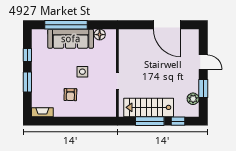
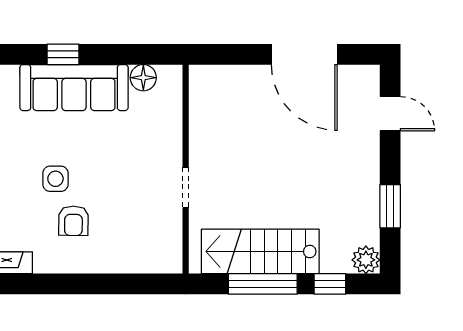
window: (66, 25) -> (63, 54), width x0.32
door: (203, 62) -> (390, 114), moved
side table: (82, 72) -> (55, 179), moved
plant: (193, 99) -> (366, 260), moved

